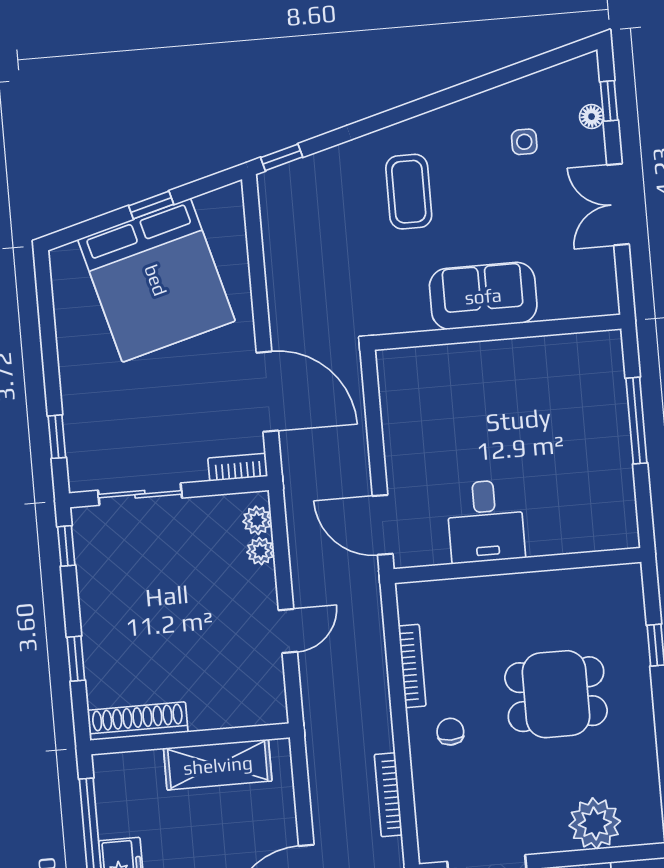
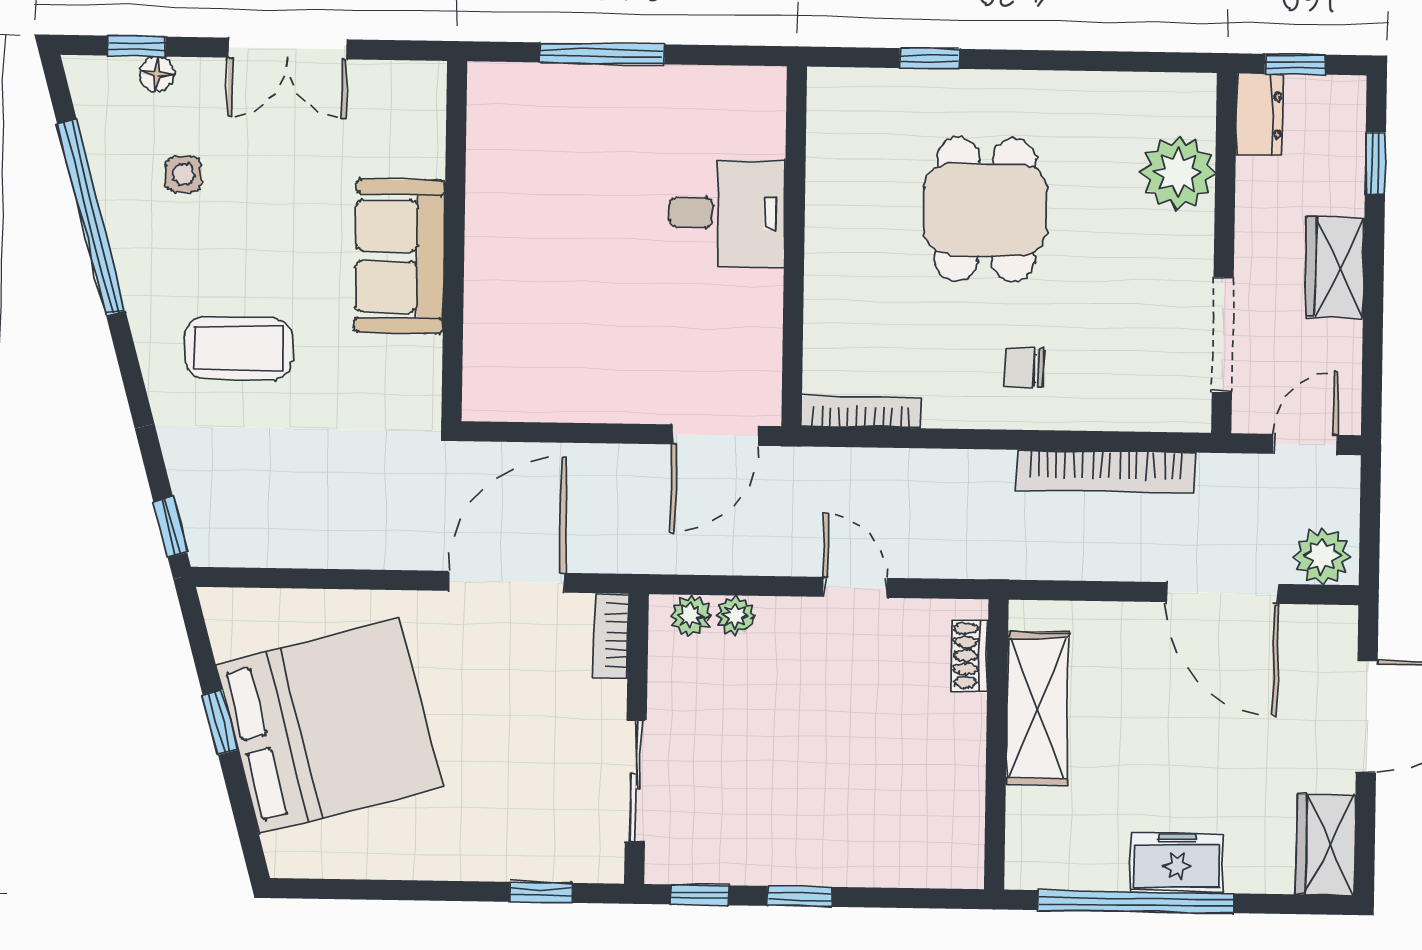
window: (488, 82) -> (91, 217), added
desk: (486, 521) -> (727, 213), moved
window: (76, 659) -> (800, 896), moved
bookcase: (412, 666) -> (861, 412), moved
shoe rack: (138, 721) -> (970, 656), moved, width x0.51, depth x0.81
bookcase: (388, 795) -> (1106, 471), width x1.48, depth x1.31

